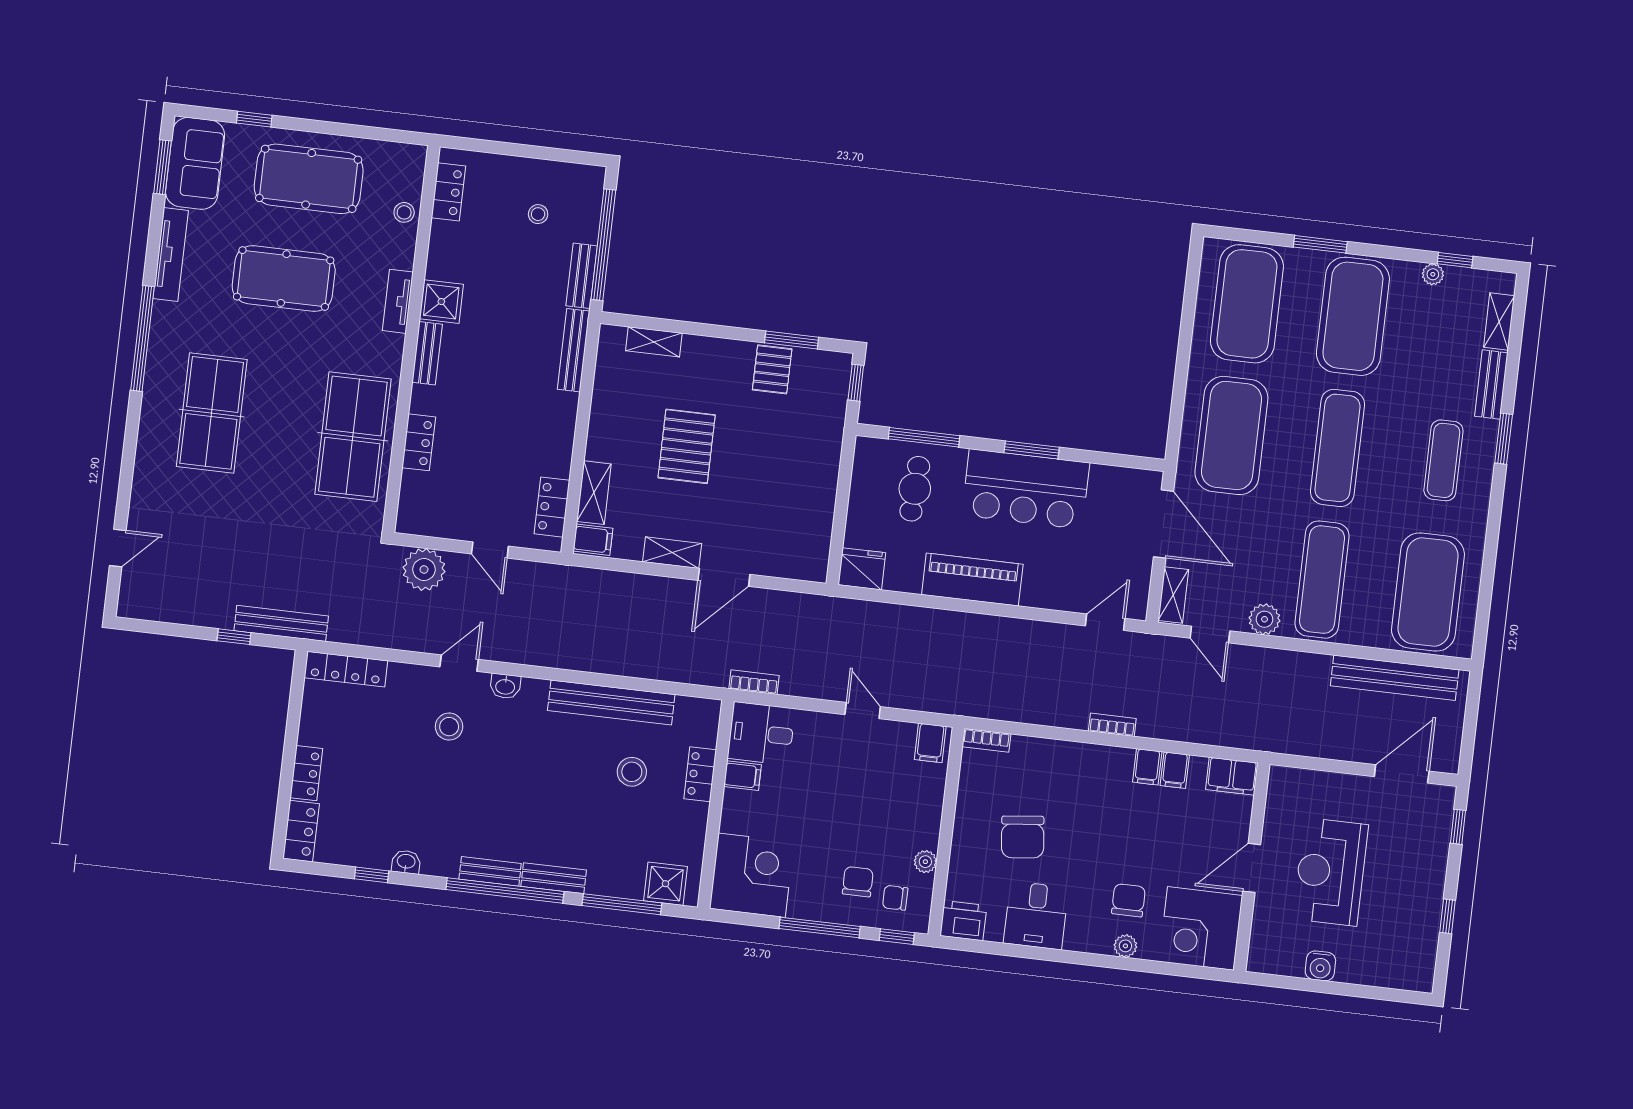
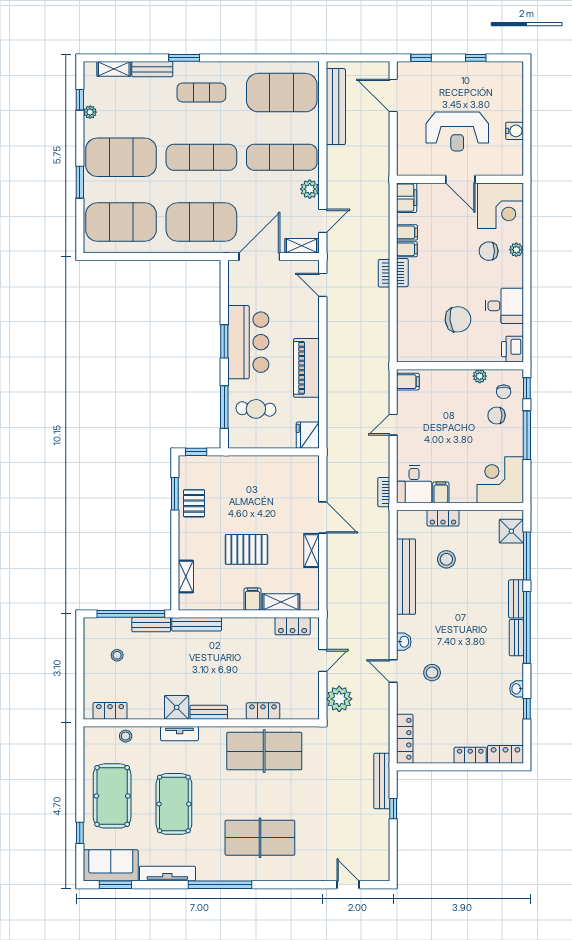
pallet: (772, 369) -> (194, 503), turned 90
filing cabinet: (593, 540) -> (253, 599), moved
bookcase: (986, 740) -> (402, 273), moved

